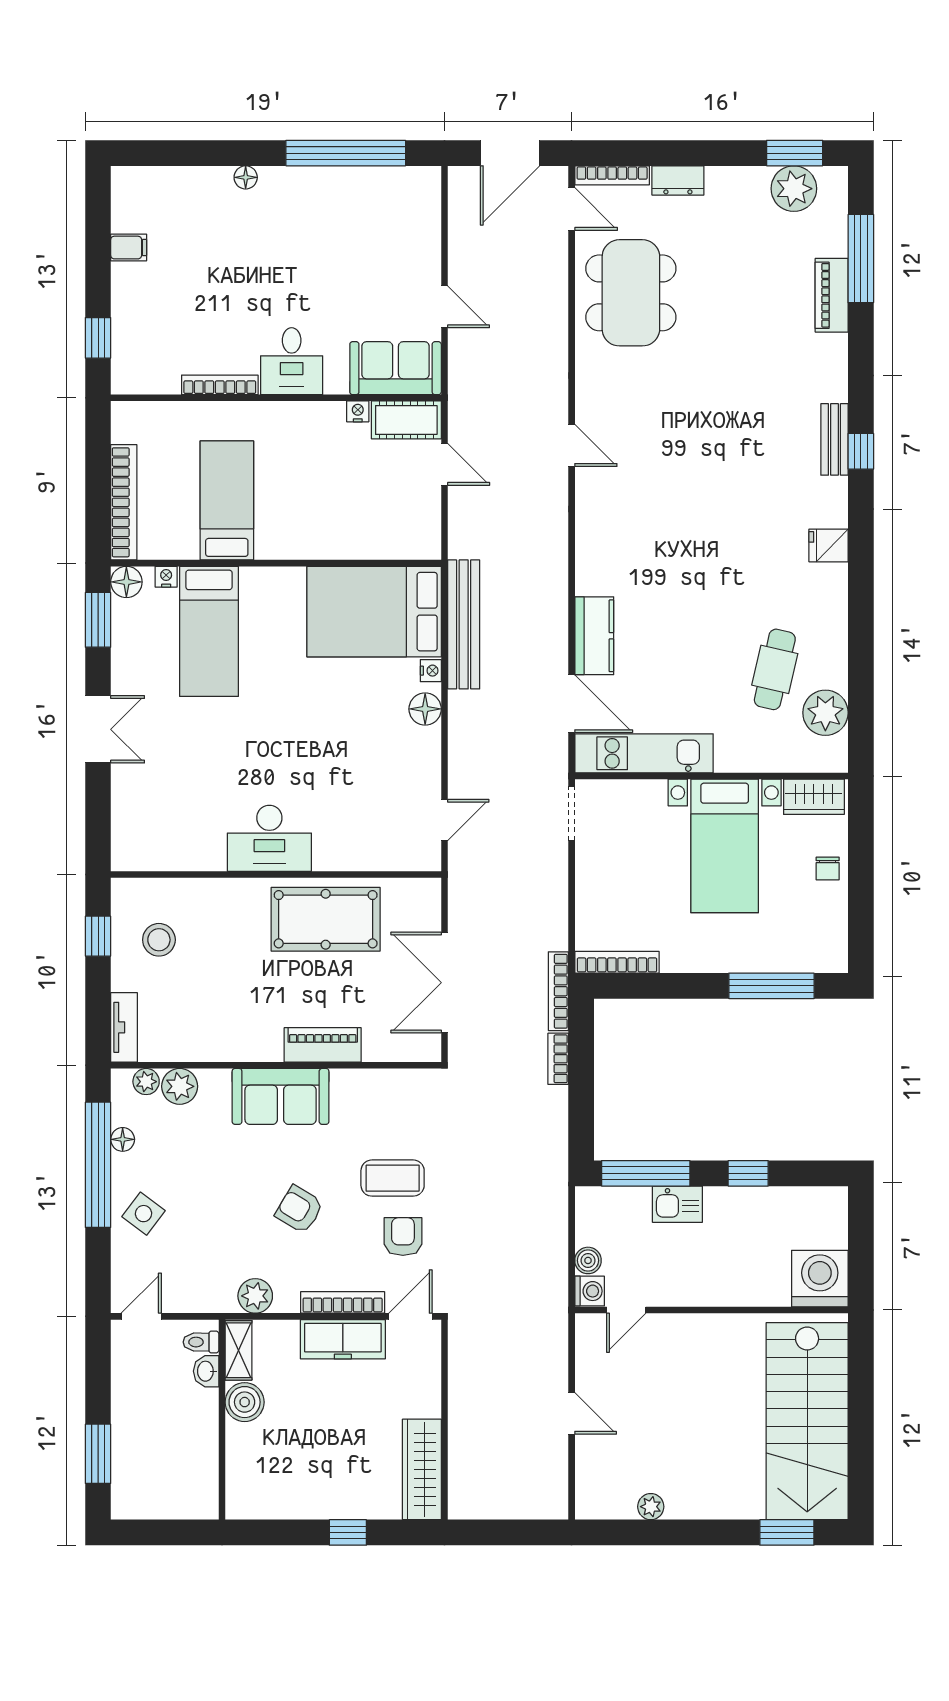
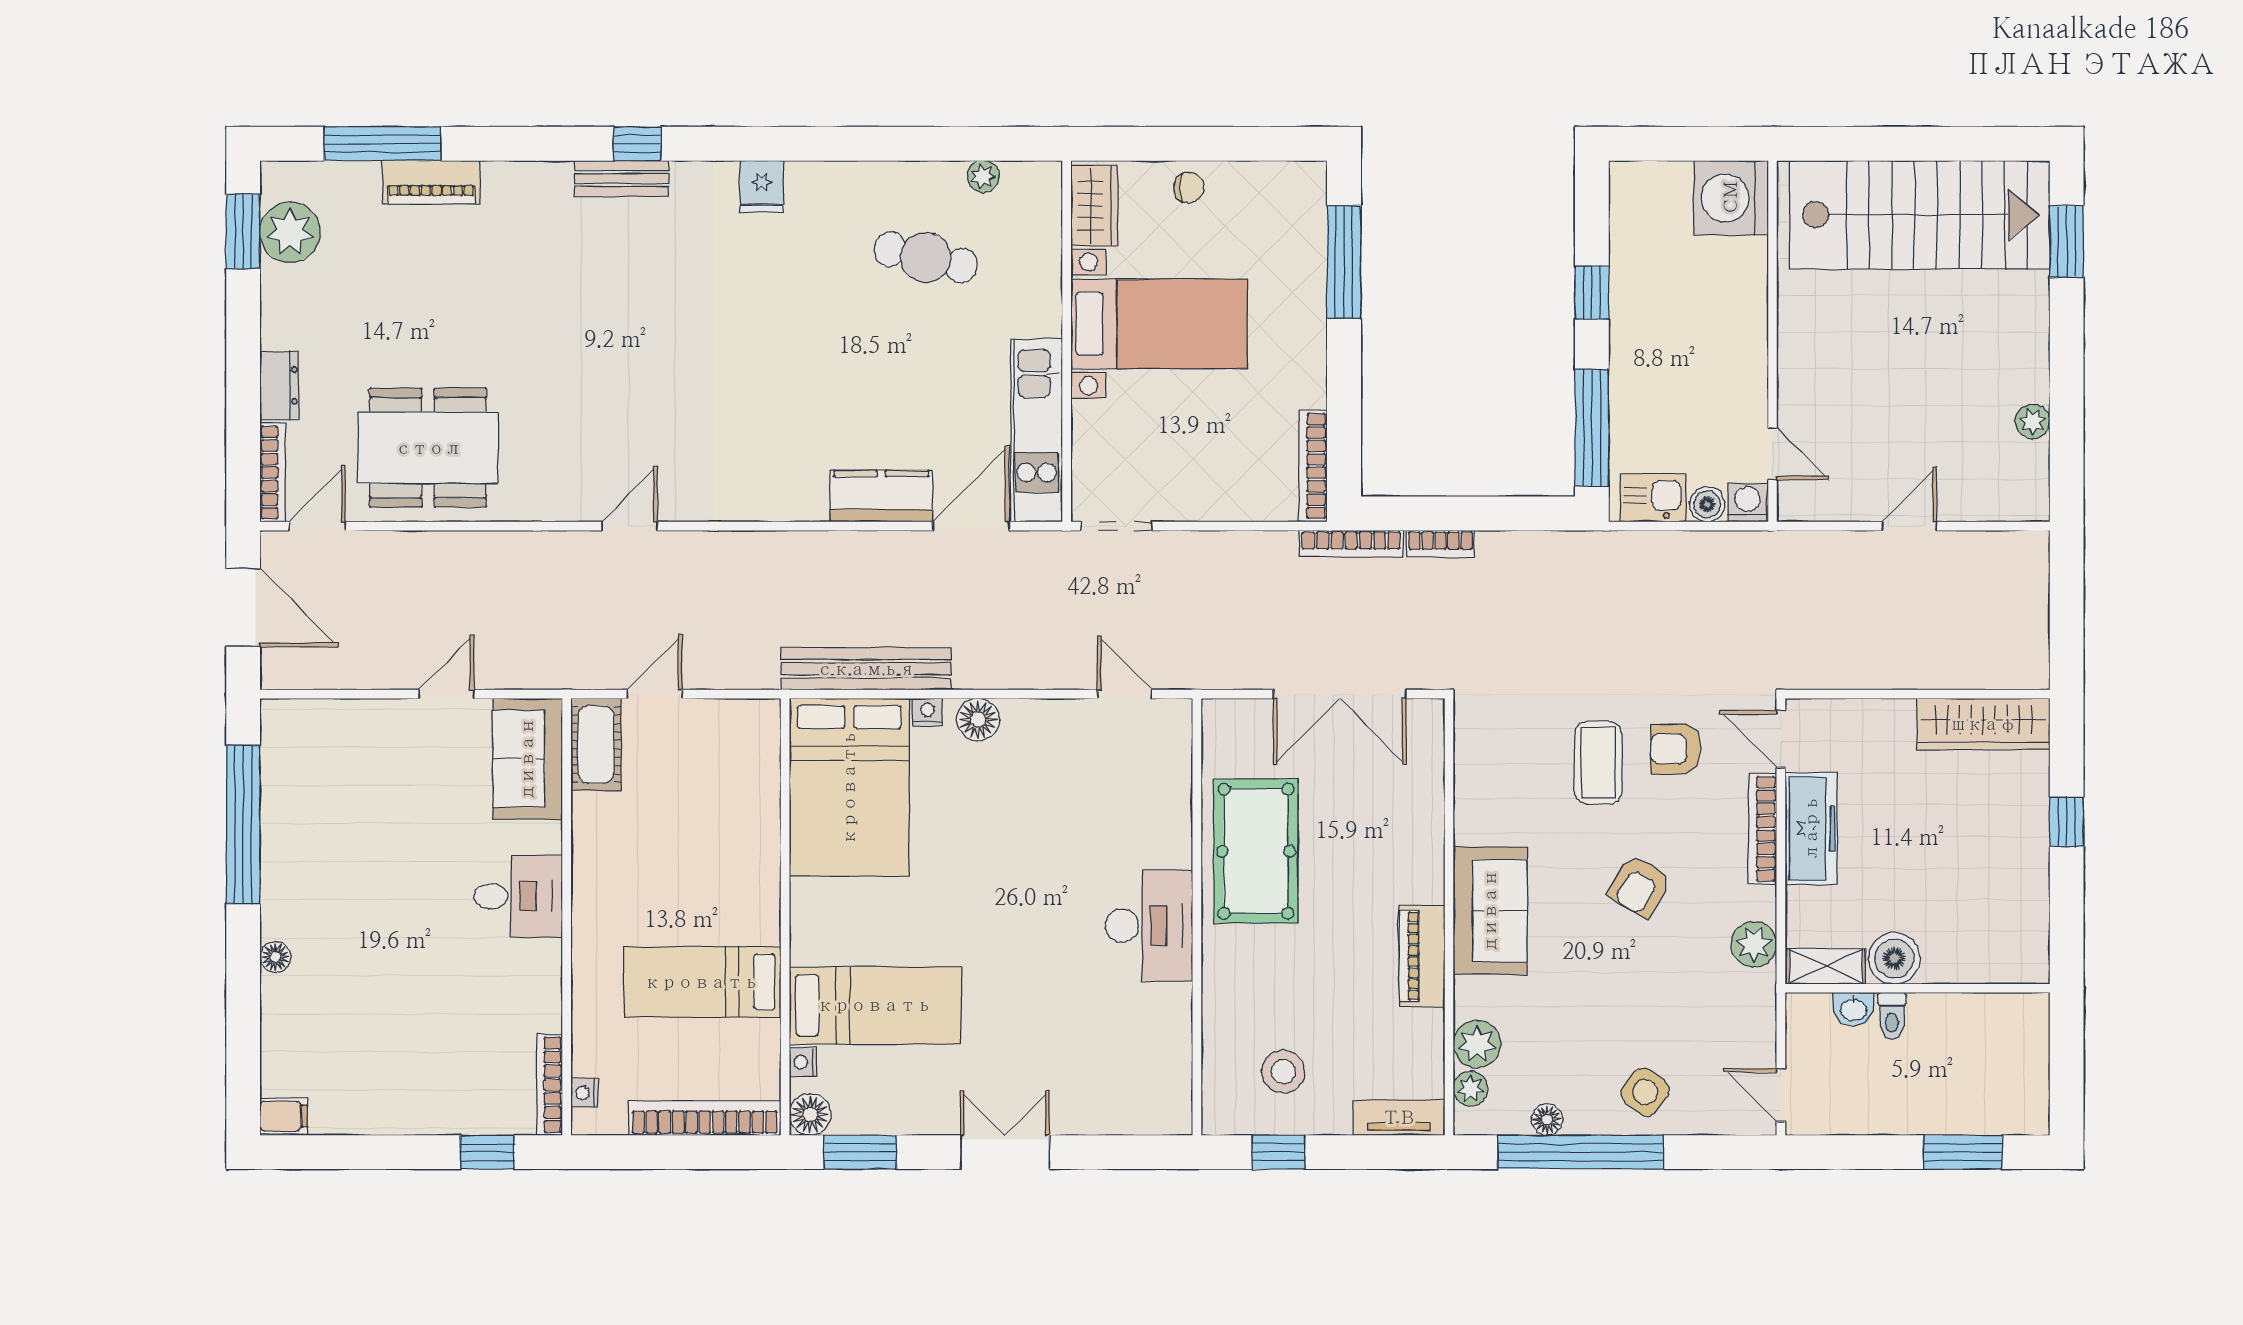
filing cabinet: (129, 248) -> (284, 1116), moved, turned 90
bookcase: (220, 385) -> (550, 1085), moved
nightstand: (358, 411) -> (585, 1093), moved
plant: (825, 713) -> (983, 176), width x0.53, depth x0.53
piano: (323, 1045) -> (1422, 956), moved
kitchen sink: (677, 1204) -> (1653, 498), moved, turned -90
toilet: (201, 1342) -> (1892, 1016), moved

